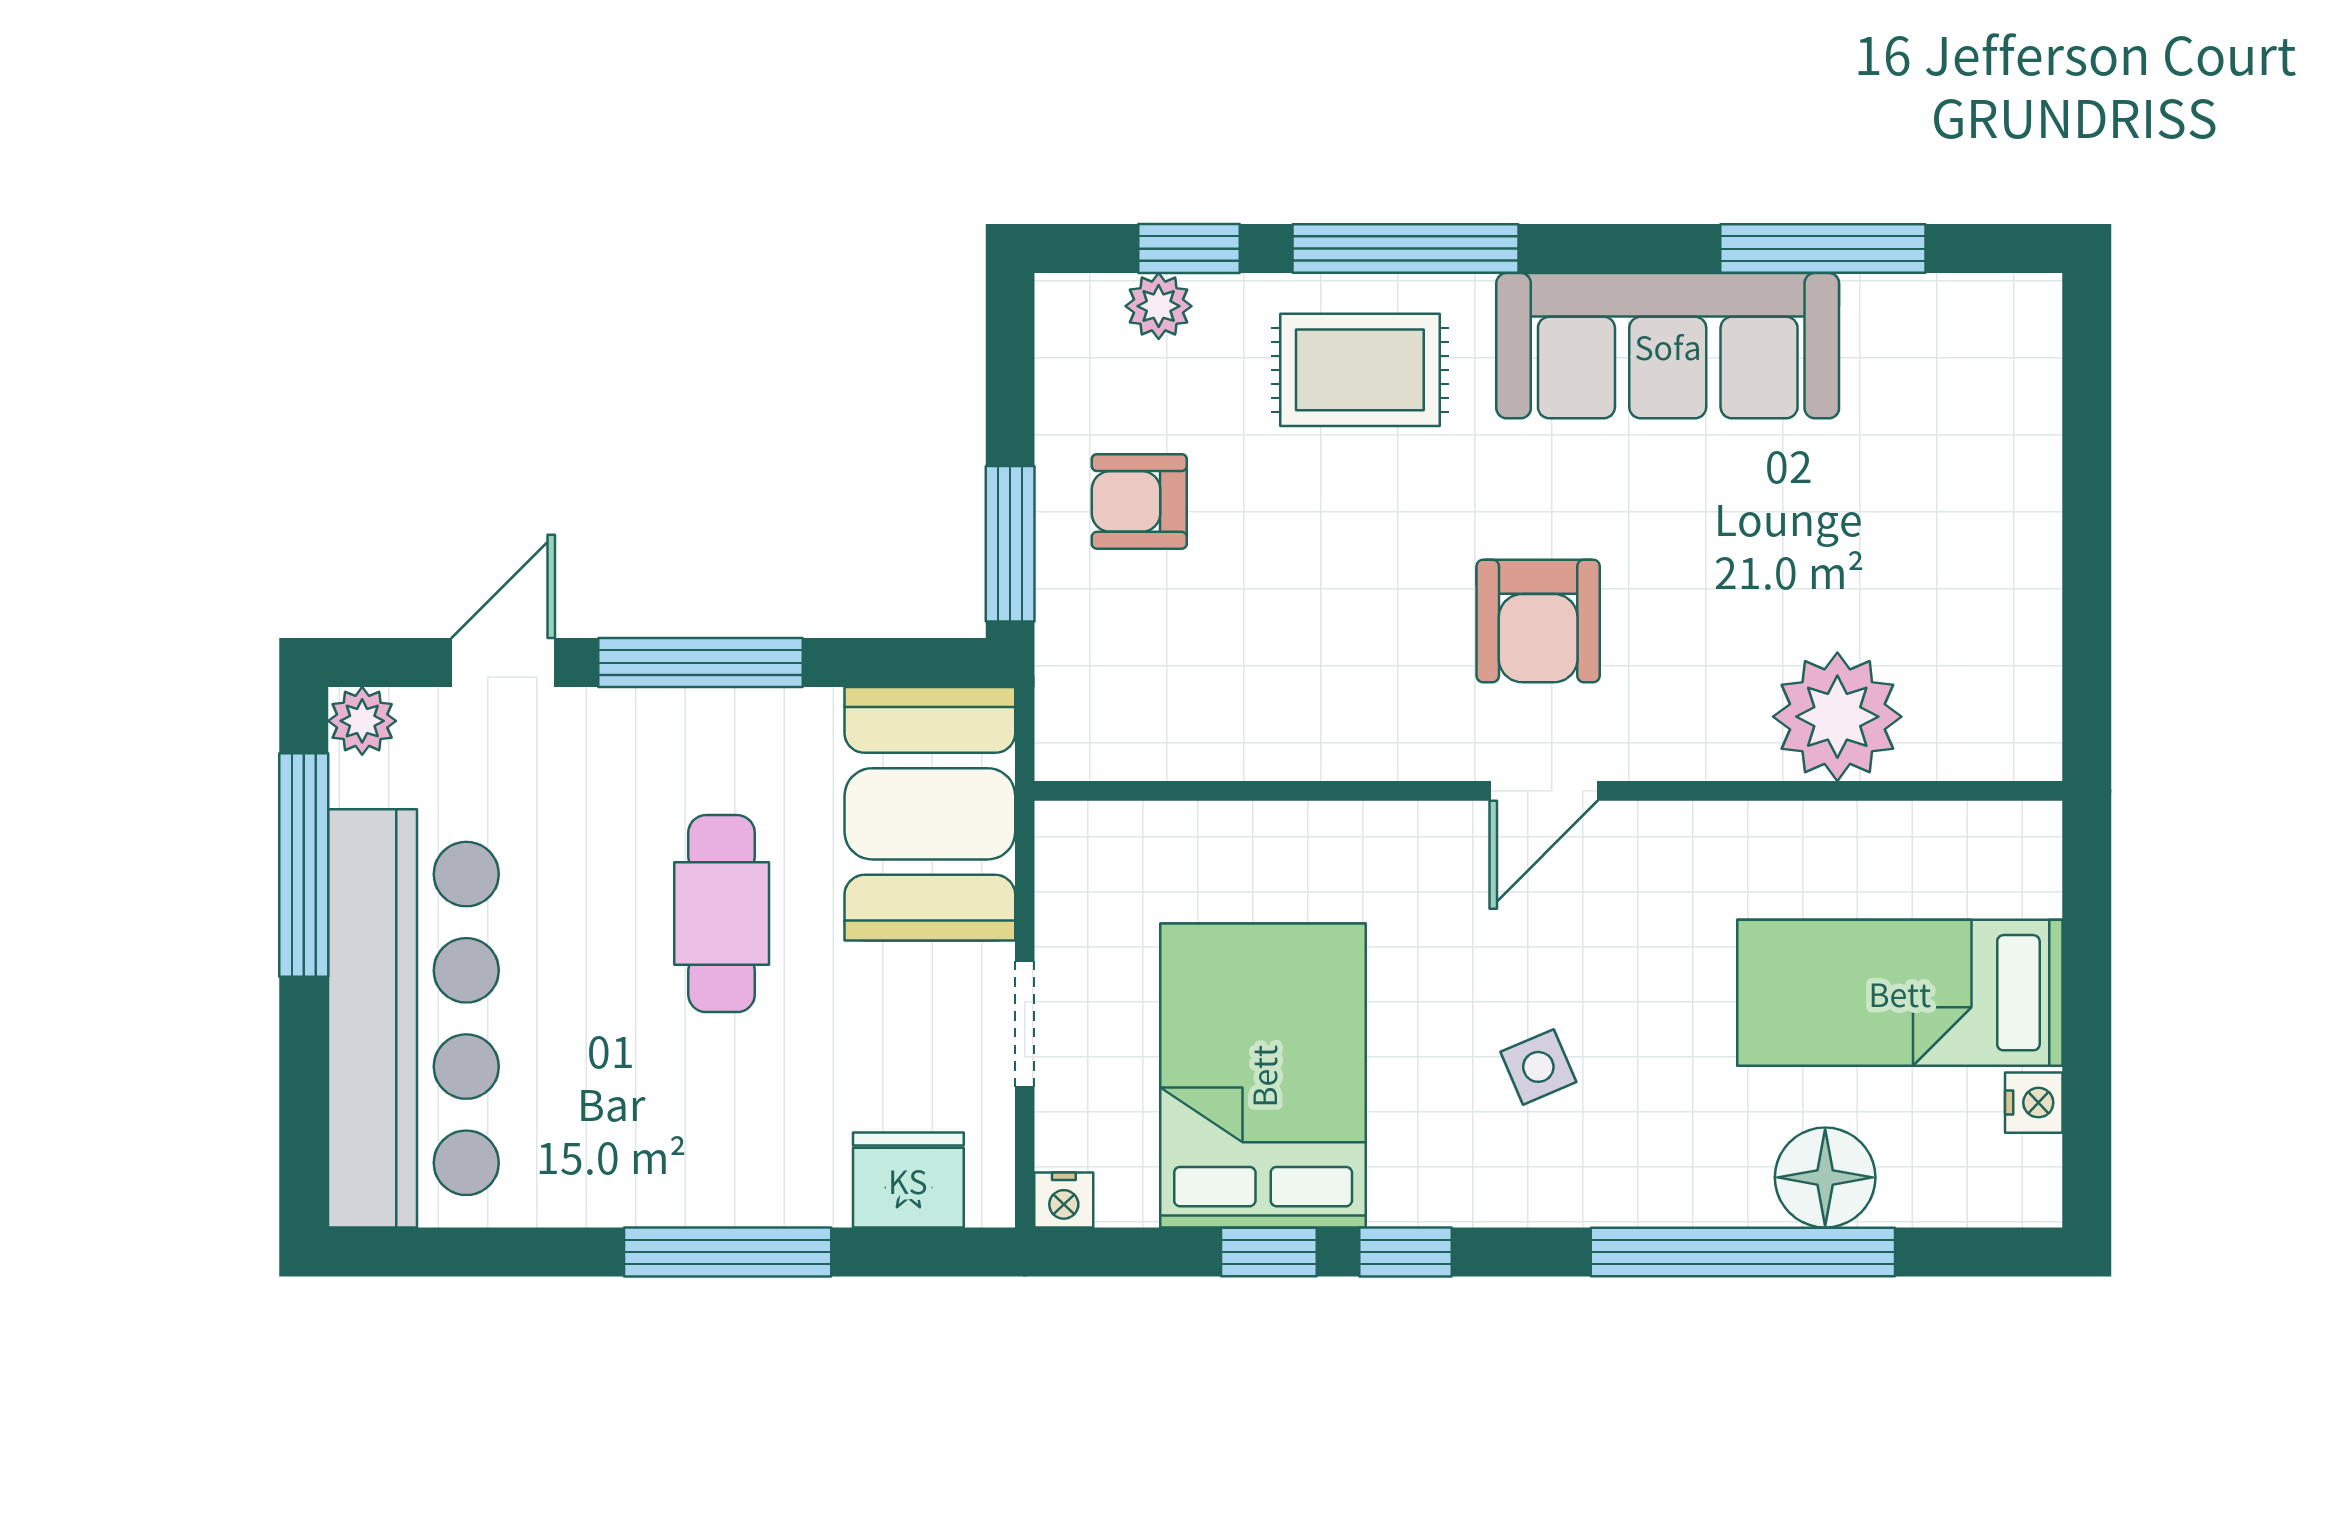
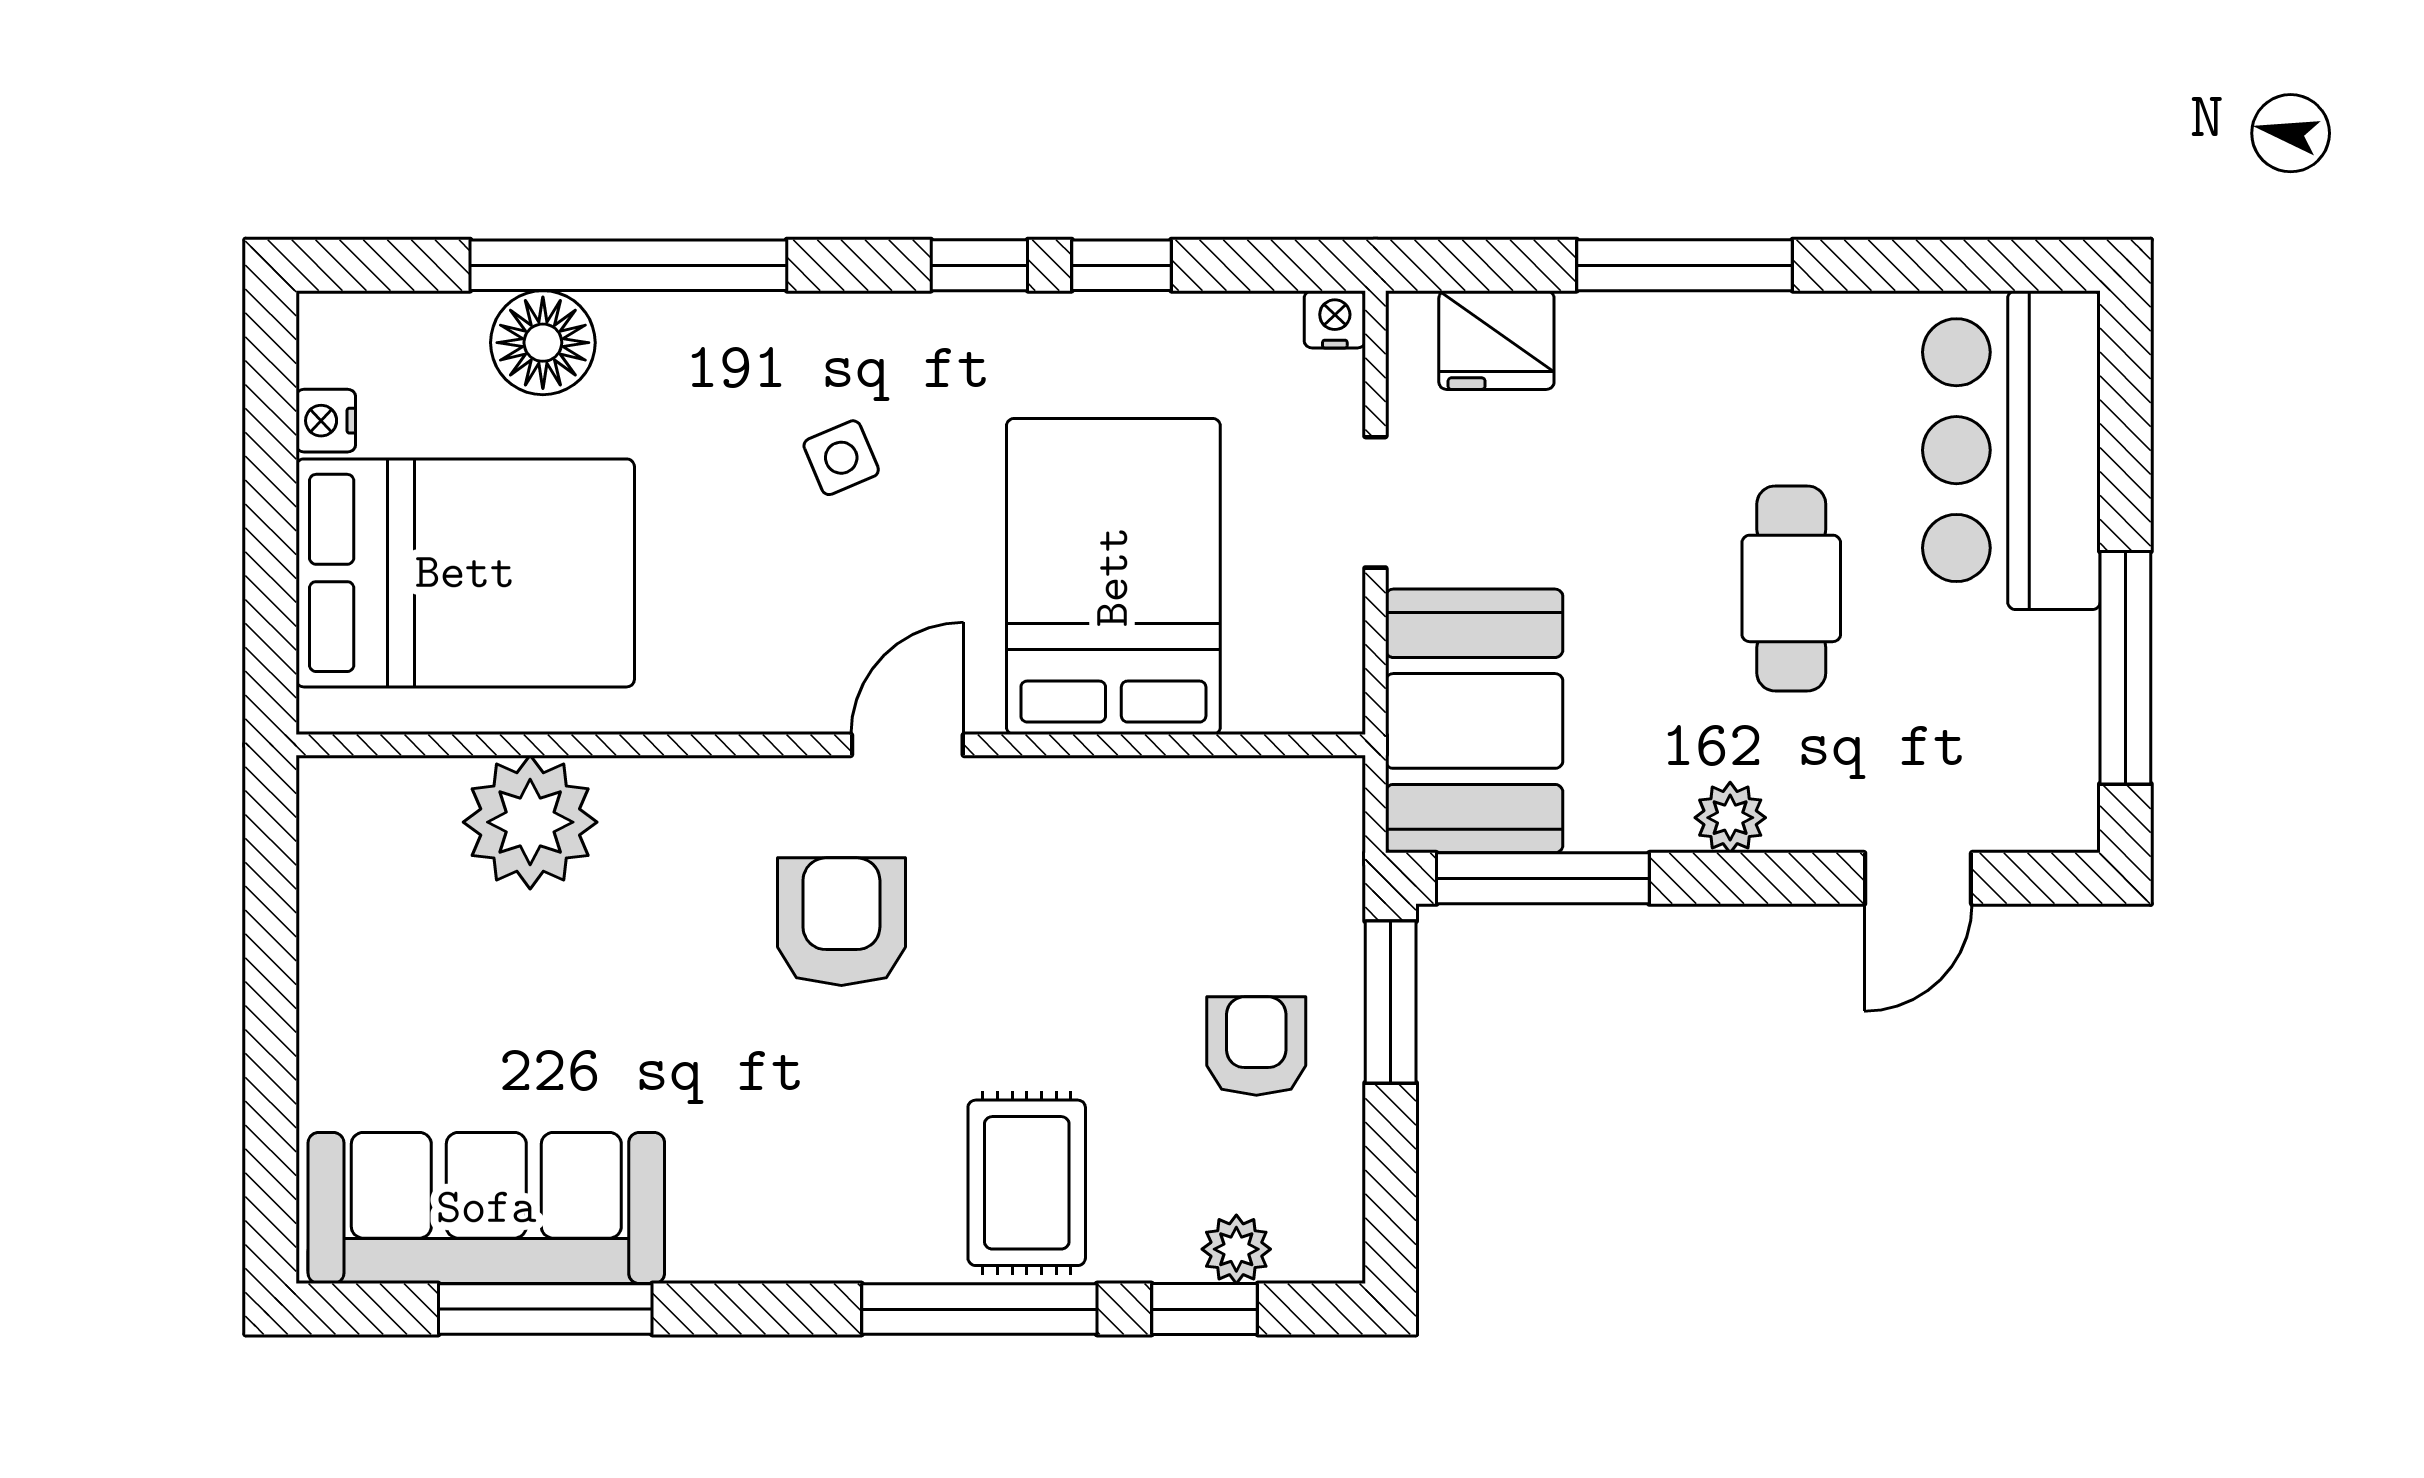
sofa: (1668, 346) -> (486, 1208), moved
rug: (1360, 370) -> (1027, 1183), turned 90
armchair: (1139, 501) -> (1256, 1046), turned -90
window: (701, 663) -> (1543, 878), moved
plant: (362, 721) -> (1730, 818), moved
door: (1544, 791) -> (907, 745), moved
cafe table: (722, 914) -> (1791, 588), moved
bed: (1900, 993) -> (465, 573), width x1.50
bar counter: (413, 1018) -> (2011, 450), width x0.73
bed: (1263, 1076) -> (1113, 577), moved, turned 180

